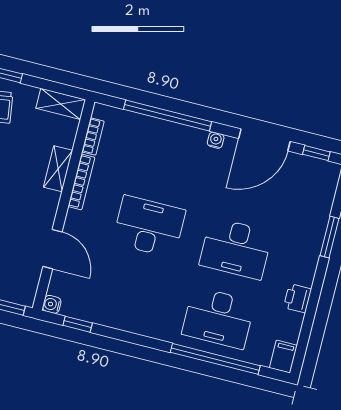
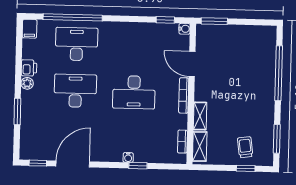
shelving: (61, 104) -> (200, 146), moved, turned 90
window: (168, 115) -> (138, 166), width x0.32
water cooler: (216, 140) -> (128, 157), moved
bookcase: (81, 182) -> (184, 95), moved
plant: (305, 276) -> (27, 83), added

